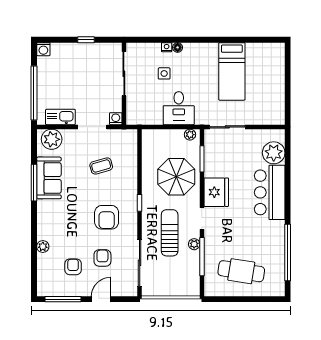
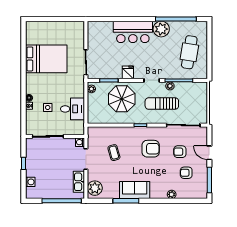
washing machine: (43, 49) -> (30, 182), moved
bed: (232, 71) -> (46, 59), width x1.50
desk: (179, 108) -> (73, 109), moved
plant: (274, 153) -> (161, 29), moved
sofa: (49, 178) -> (135, 190), moved
fridge: (216, 192) -> (128, 72), width x0.53, depth x0.75

